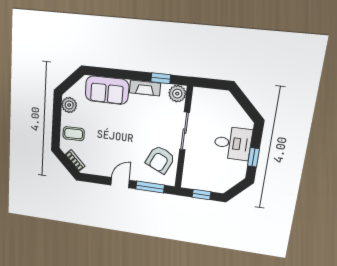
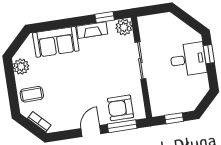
window: (253, 157) -> (209, 54), moved
armchair: (160, 160) -> (121, 108), moved, turned 65

